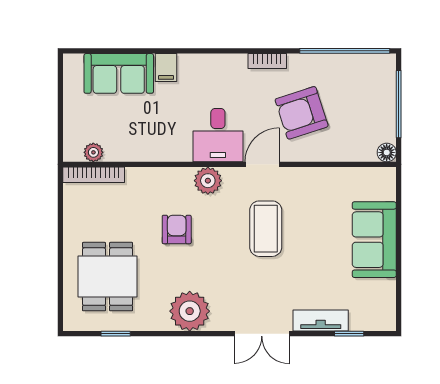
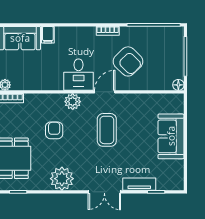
armchair: (302, 113) -> (128, 61), turned -117

